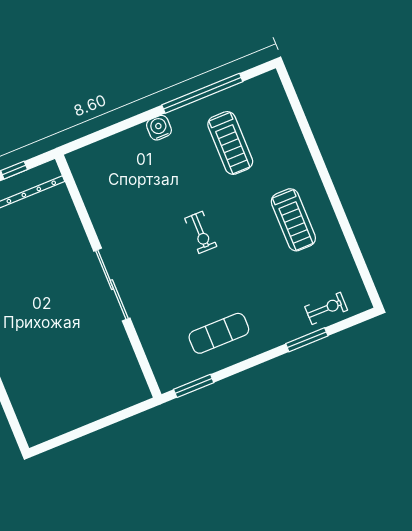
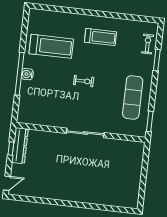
window: (202, 93) -> (19, 74), moved
treadmill: (230, 143) -> (51, 46), width x1.37, depth x1.38
exercise mat: (219, 333) -> (133, 97), width x1.36, depth x1.45

